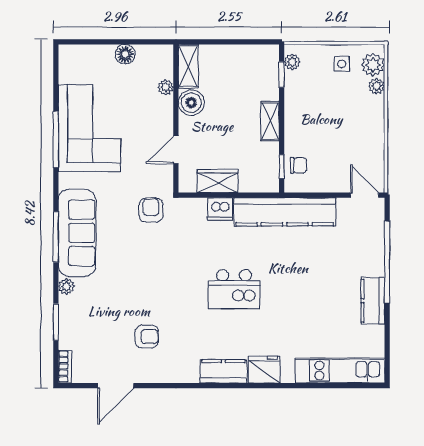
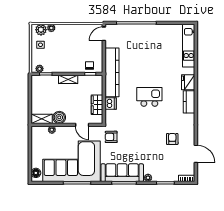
floor lamp: (125, 54) -> (36, 173), moved
corner sofa: (89, 128) -> (72, 161), width x1.36, depth x1.36
kitchen island: (234, 289) -> (149, 97), turned -90
kitchen counter: (373, 301) -> (155, 30), removed

